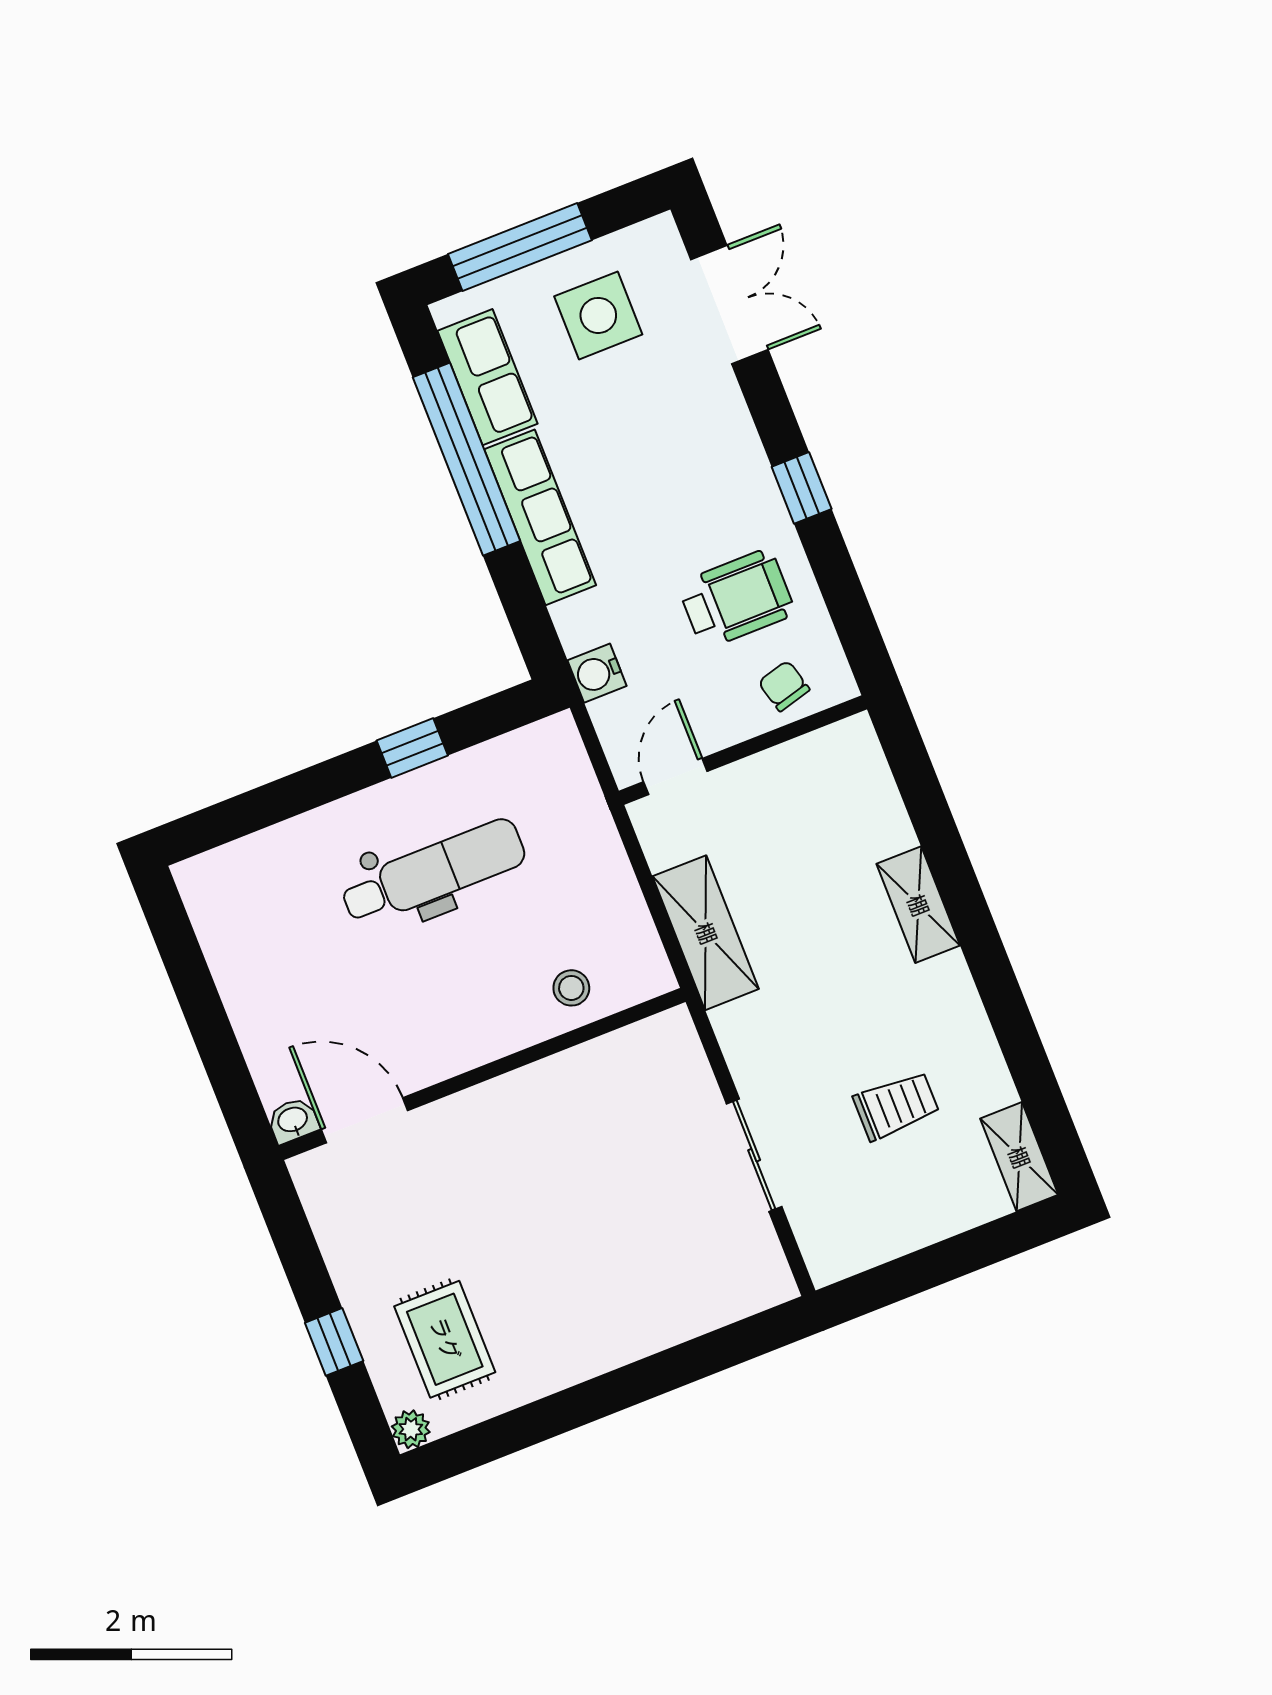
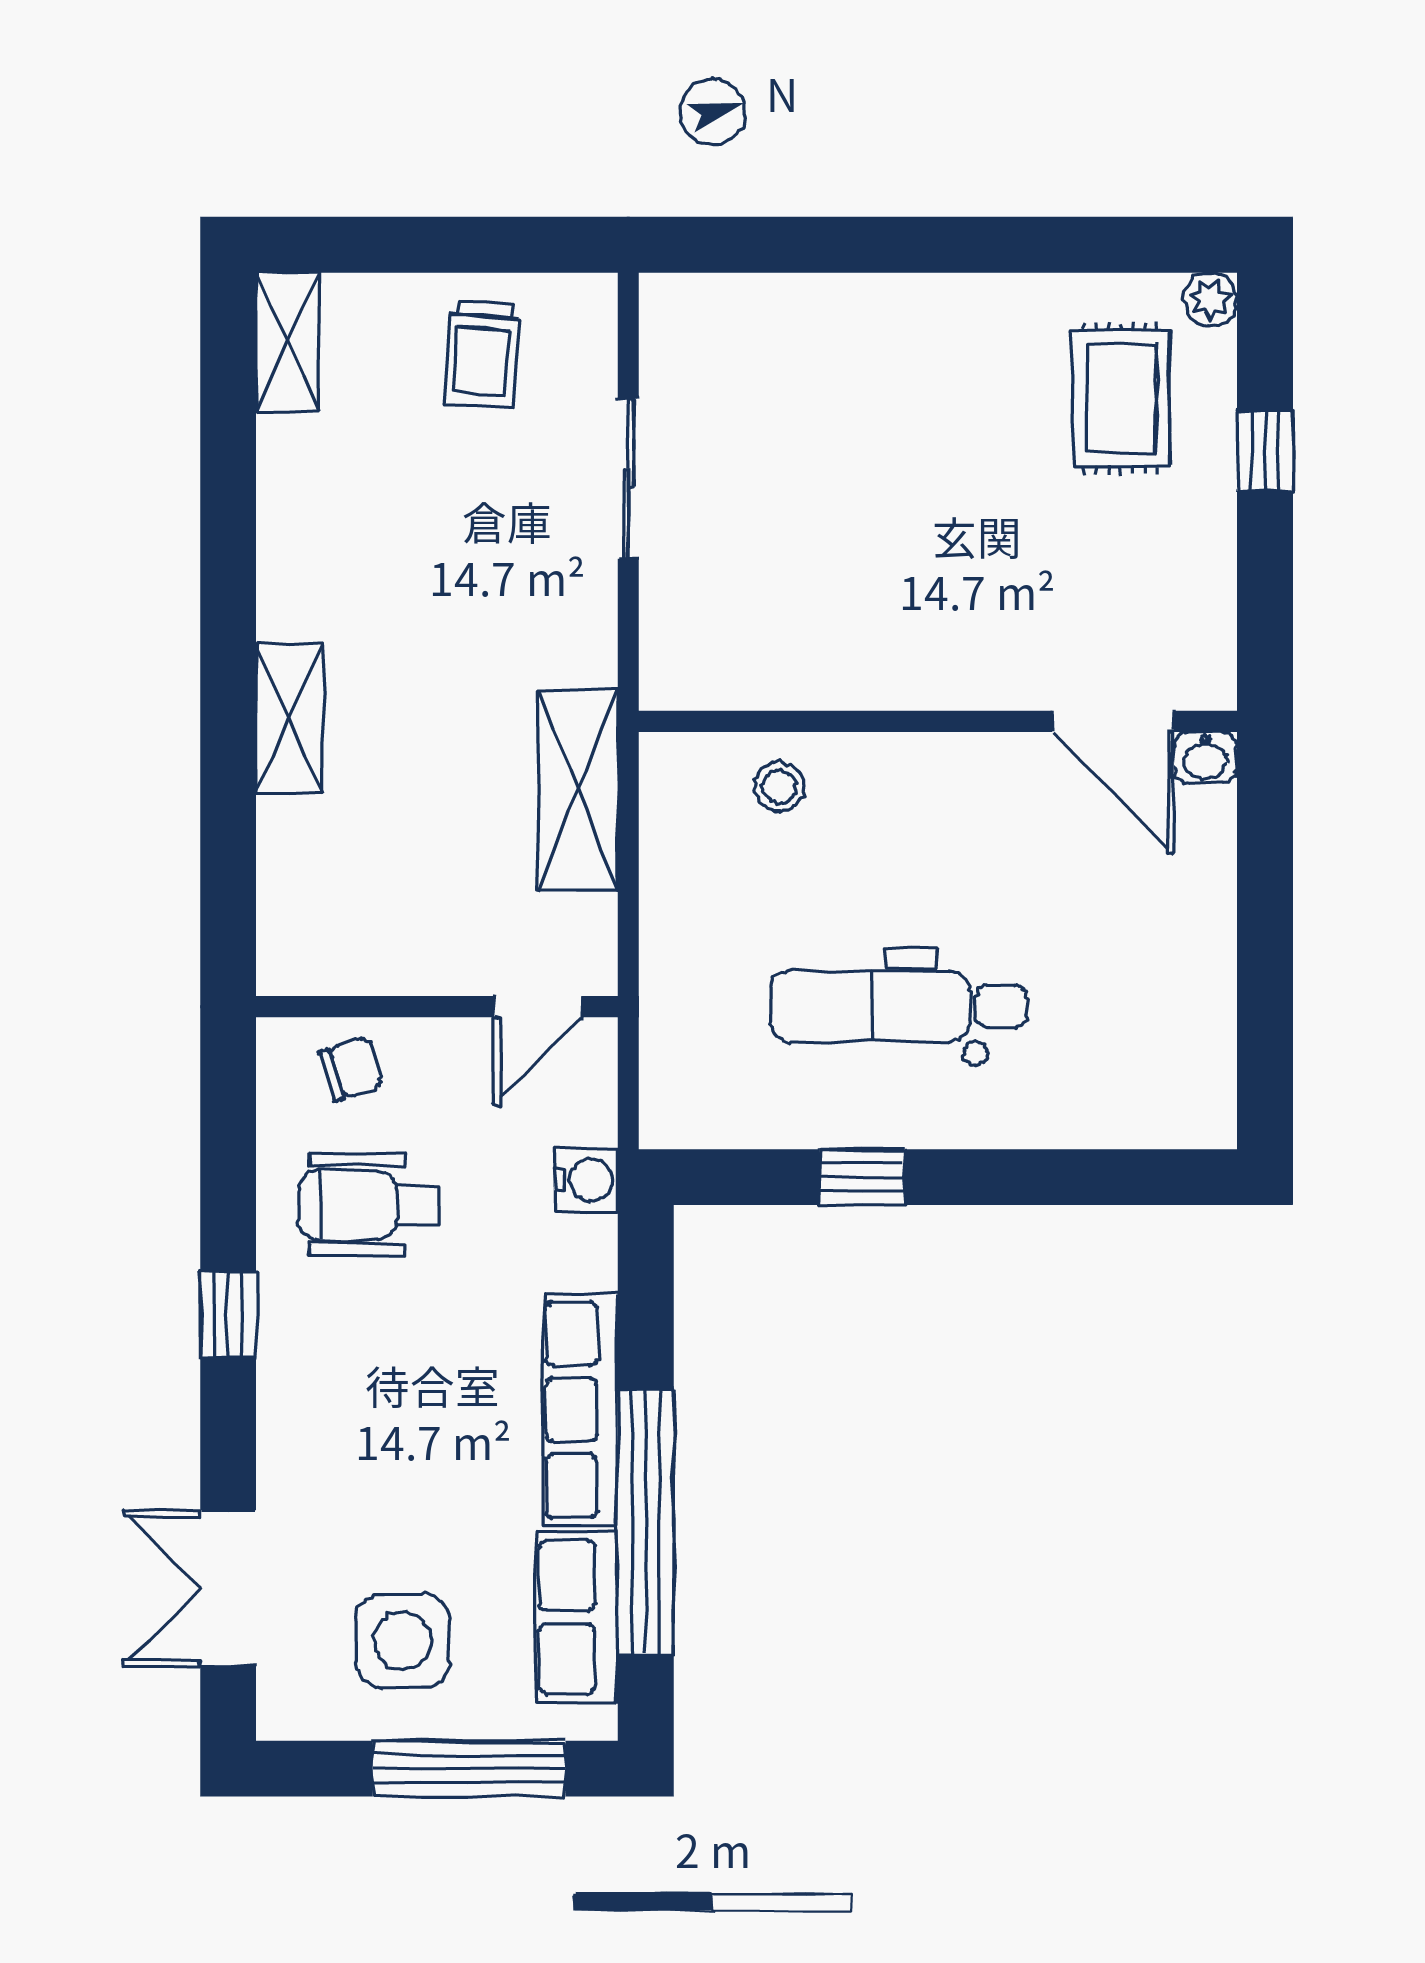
chair: (784, 686) -> (352, 1069), turned -93
trolley: (896, 1106) -> (482, 354), moved, turned -86

